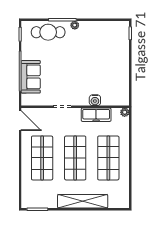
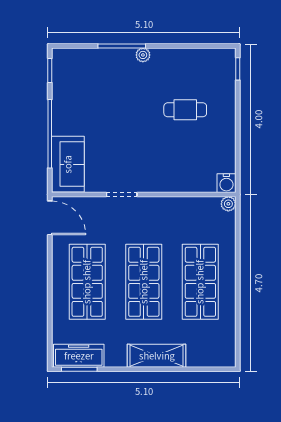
cafe table: (48, 32) -> (185, 110), moved, width x0.73, depth x0.74
sofa: (31, 77) -> (68, 164), moved
water cooler: (95, 100) -> (226, 183), moved
freezer: (96, 115) -> (79, 356), moved, turned 180
shelving: (83, 201) -> (157, 356), width x0.68

